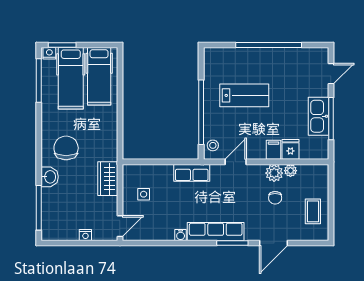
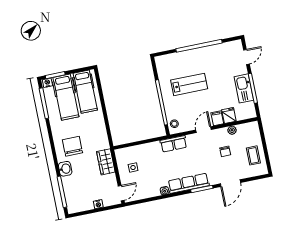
door: (236, 162) -> (203, 130), moved
row of seats: (192, 173) -> (174, 144), moved
plant: (274, 173) -> (221, 134), removed

